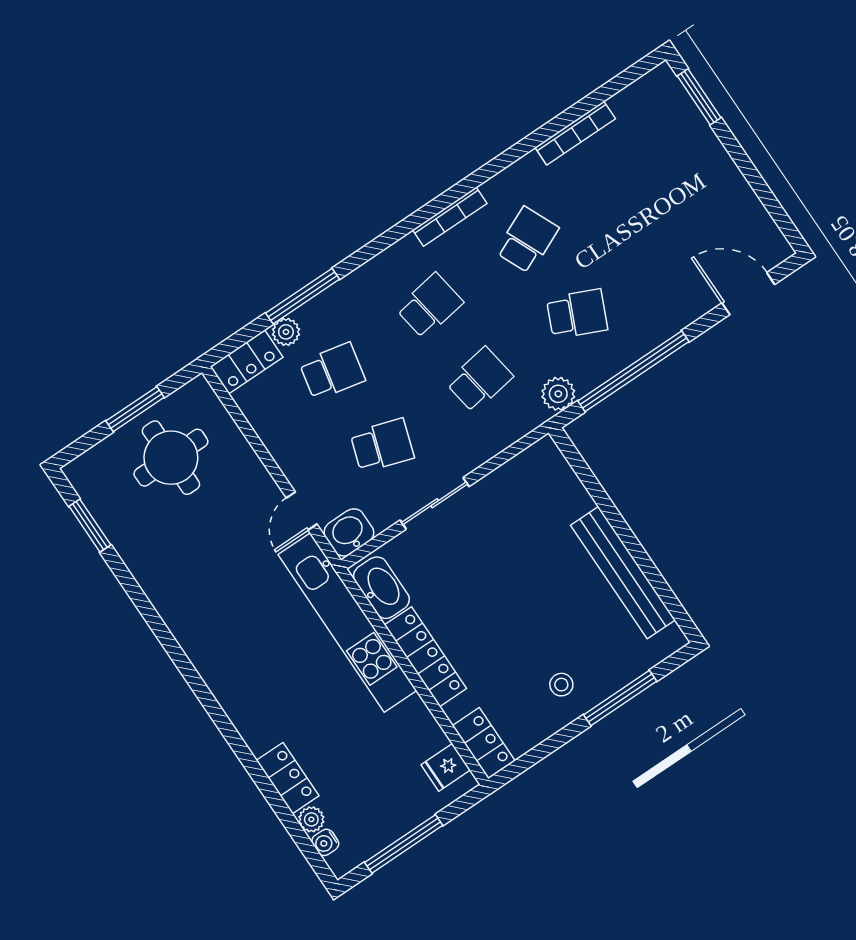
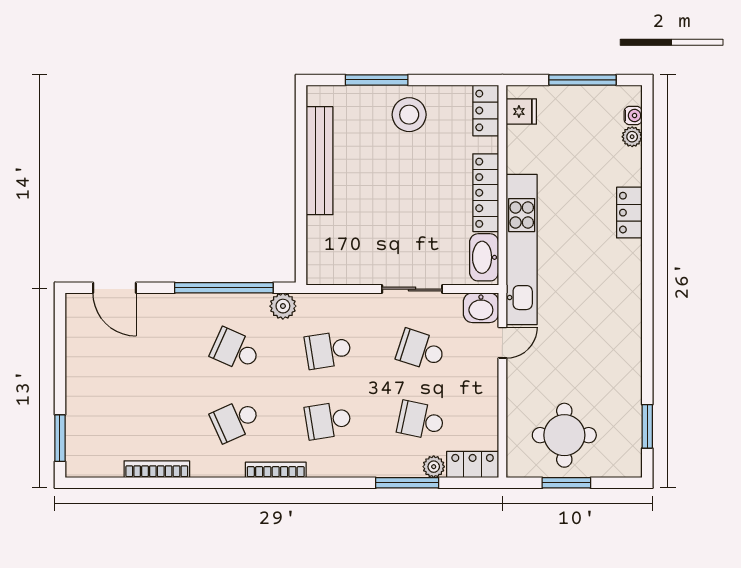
stool: (561, 685) -> (409, 115), width x1.89, depth x1.89
locker: (288, 778) -> (629, 213), moved

